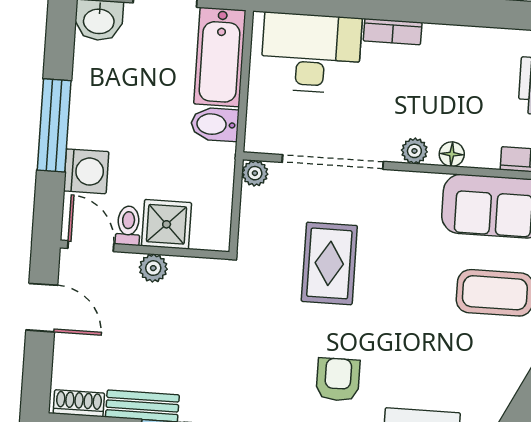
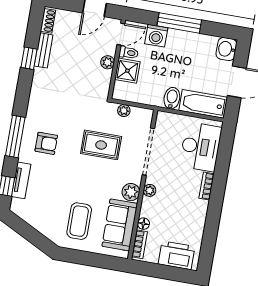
floor lamp: (452, 154) -> (143, 224), moved
plant: (255, 173) -> (124, 111), moved
plant: (422, 190) -> (131, 192), added

